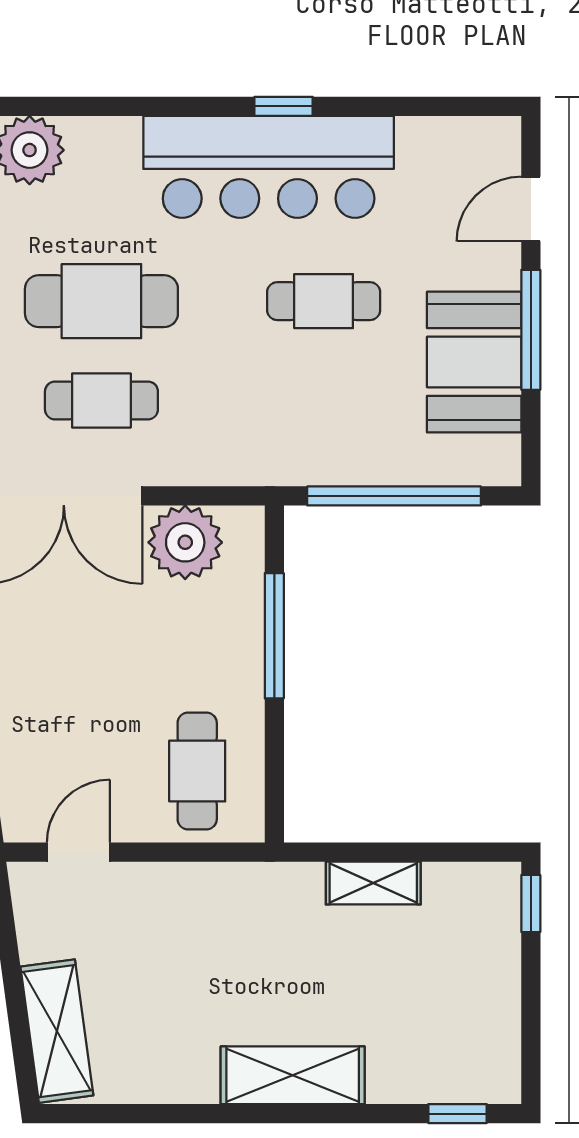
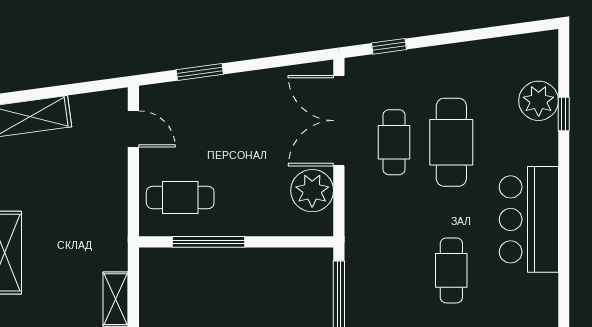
window: (284, 106) -> (564, 114), moved
bar counter: (269, 167) -> (529, 219), width x0.73
window: (274, 636) -> (209, 242), moved

